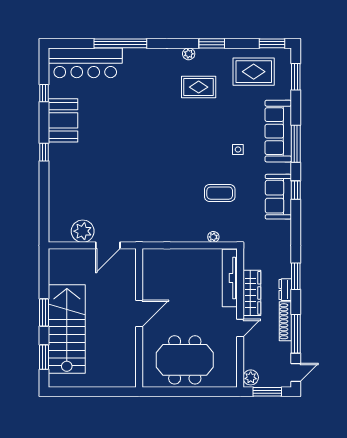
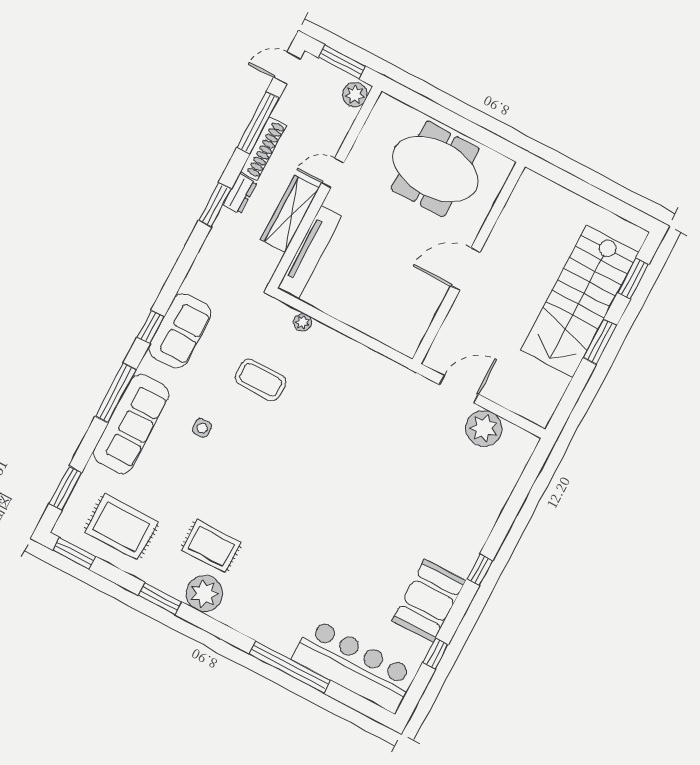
plant: (189, 54) -> (204, 593), width x1.87, depth x1.87

